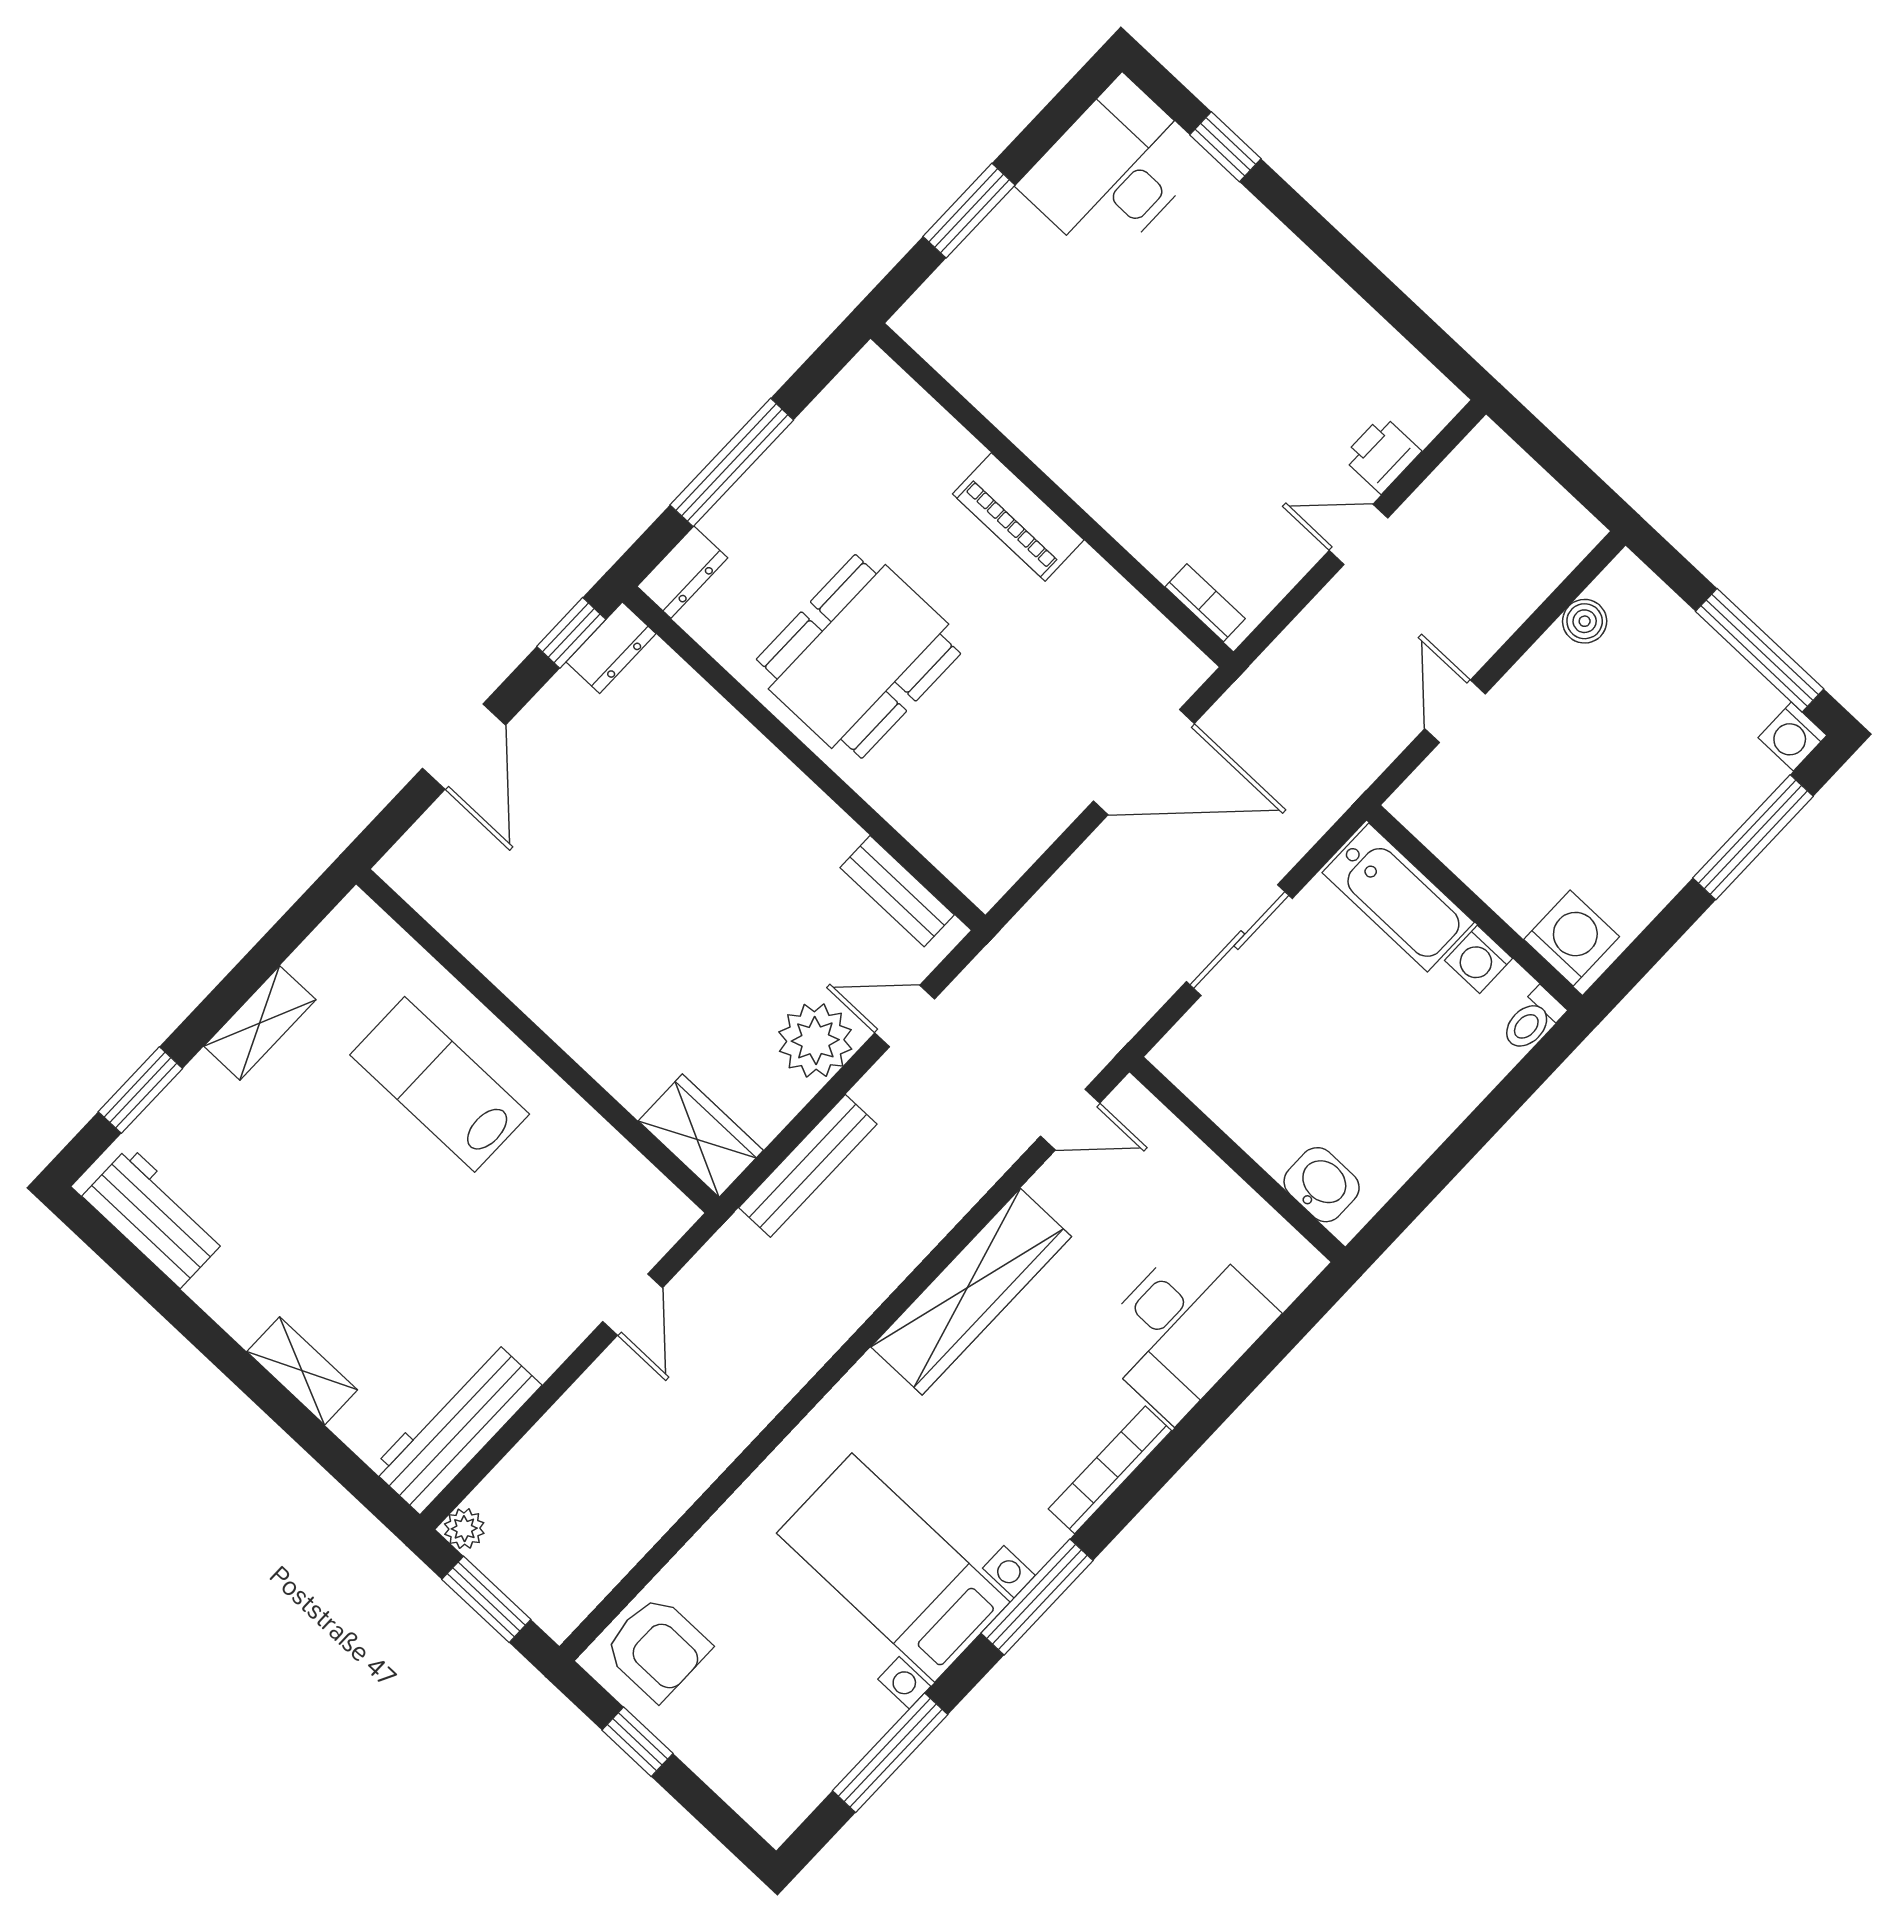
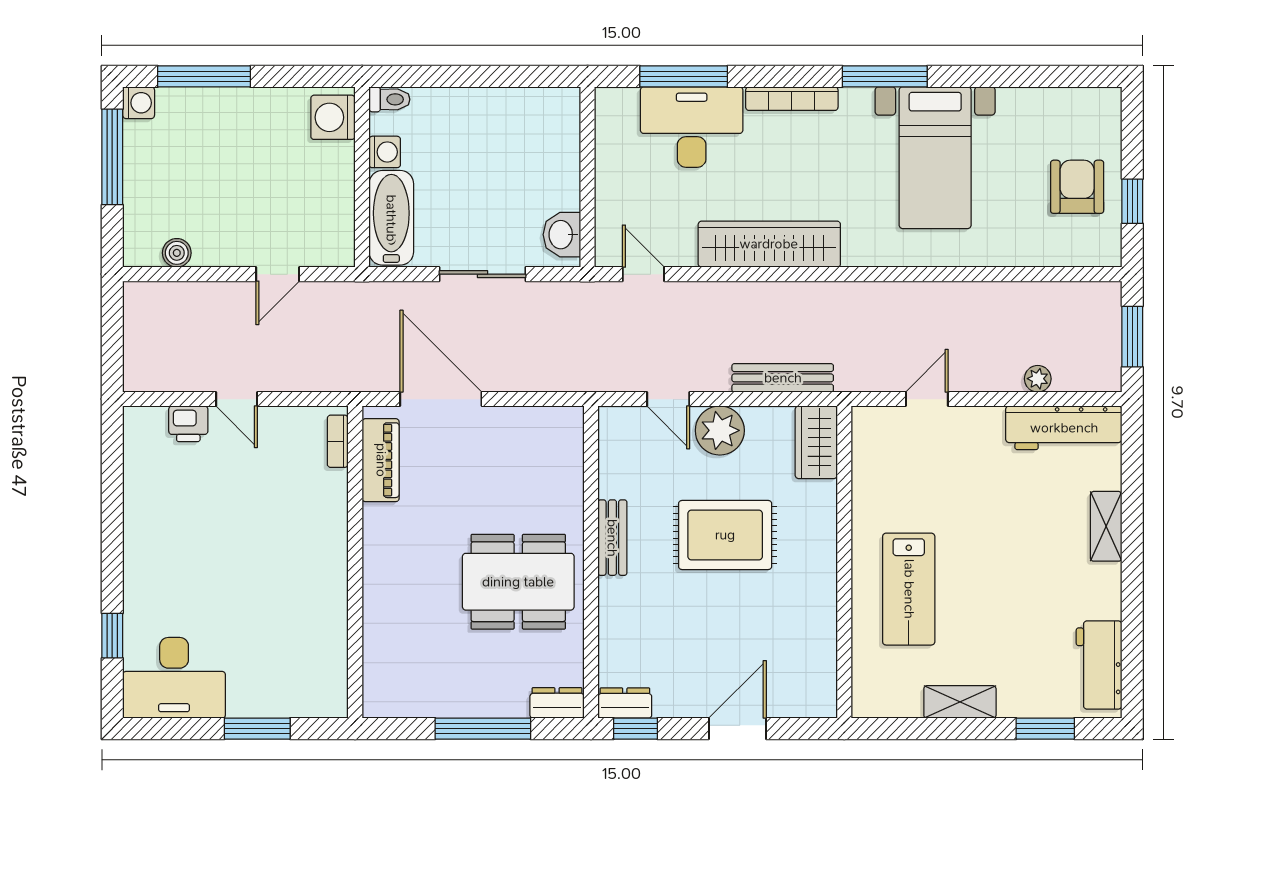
piano: (1018, 517) -> (381, 460), moved
bench: (897, 891) -> (612, 538), moved
rug: (693, 936) -> (725, 535), added
washbasin: (1322, 1185) -> (562, 235), moved
plant: (464, 1529) -> (1038, 379), moved
armchair: (657, 1648) -> (1077, 187), moved
window: (890, 1753) -> (684, 76), moved

